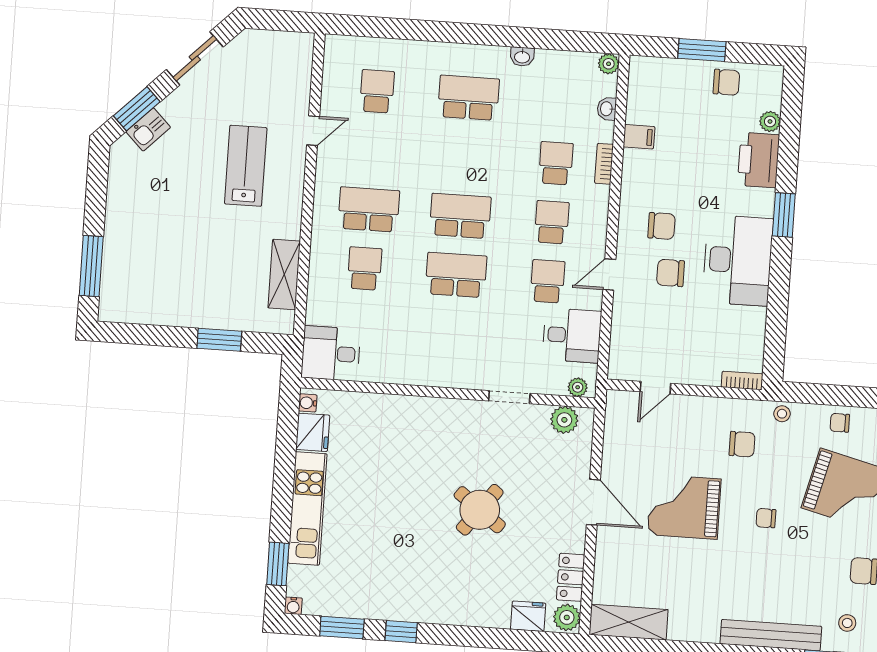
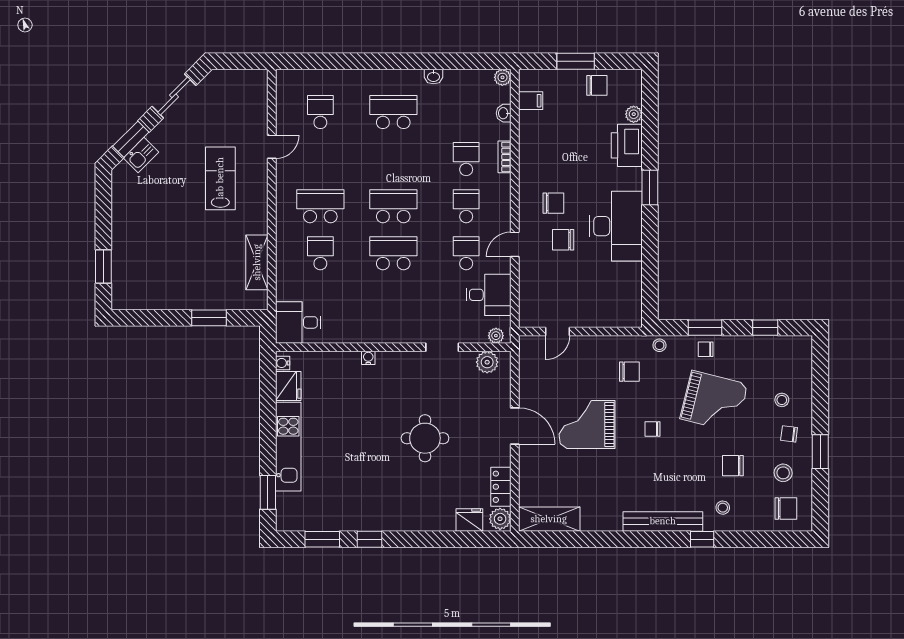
filing cabinet: (639, 137) -> (531, 101), moved
window: (91, 266) -> (103, 267), width x0.69
bookcase: (742, 381) -> (626, 321), removed
window: (841, 396) -> (705, 328), added
round table: (480, 510) -> (425, 438), turned -37
water cooler: (293, 606) -> (368, 358), moved, turned 180

